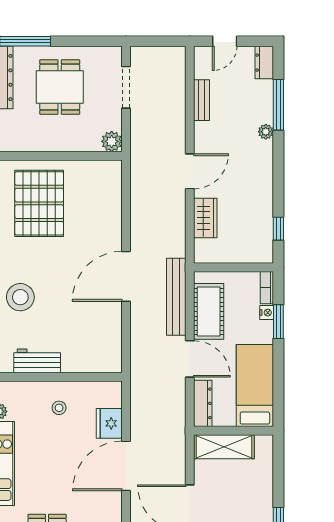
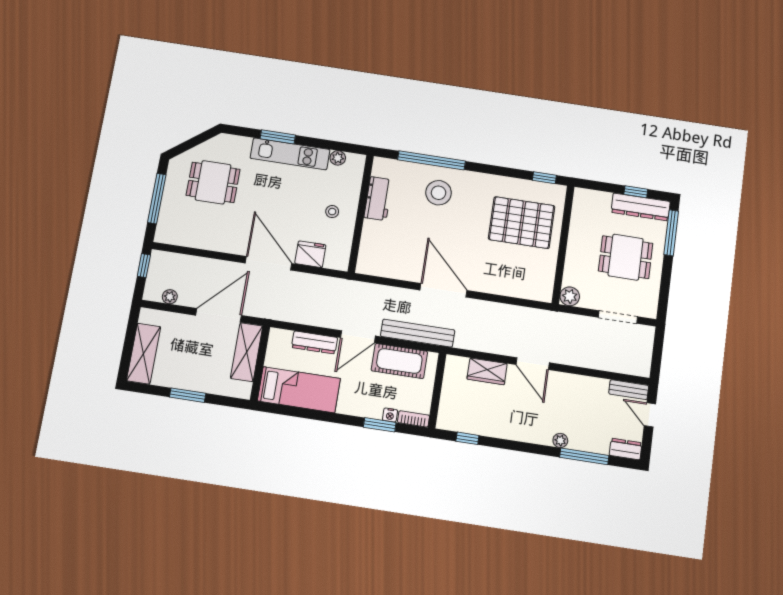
bench: (202, 100) -> (629, 390), moved
bed: (255, 386) -> (299, 390), moved
wall: (234, 431) -> (260, 363), moved
shelving: (224, 447) -> (247, 352), moved

